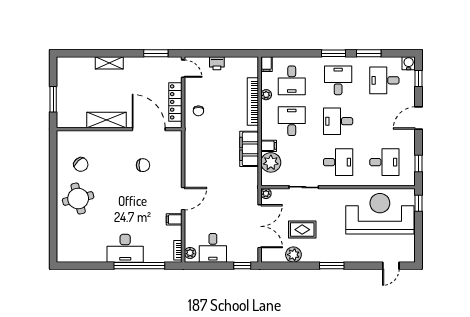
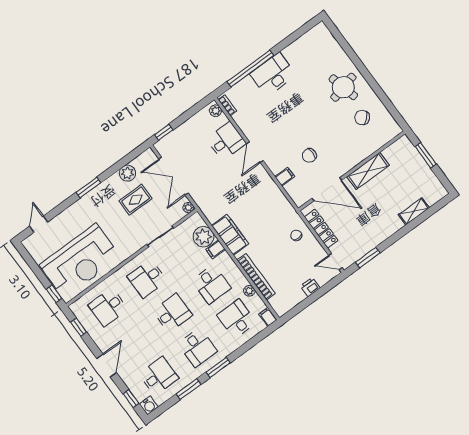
shelving: (109, 63) -> (414, 211), moved
filing cabinet: (174, 219) -> (285, 177), moved
desk: (213, 248) -> (226, 141), moved, turned 90

